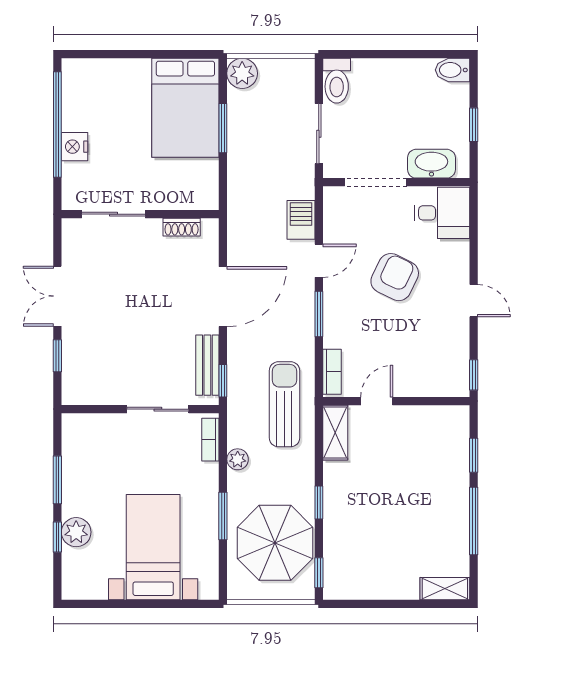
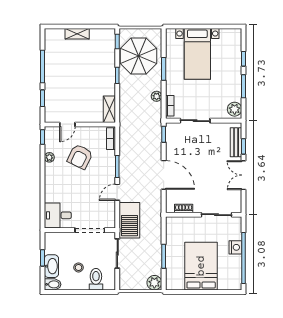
toilet: (337, 81) -> (96, 279), moved
stool: (399, 105) -> (79, 267), added
bed: (185, 108) -> (201, 266), moved
washbasin: (431, 164) -> (51, 266), moved, turned -90
barbecue: (301, 220) -> (129, 220), width x1.88, depth x1.53
armchair: (395, 277) -> (80, 157), moved
double door: (57, 296) -> (244, 175), swing flipped
door: (223, 297) -> (164, 175), swing flipped
door: (474, 301) -> (43, 173), removed
plant: (460, 333) -> (49, 157), added
bench: (207, 365) -> (236, 142), moved
door: (377, 401) -> (67, 124), moved
sun lounger: (284, 404) -> (134, 123), removed
plant: (76, 532) -> (235, 109), moved
shelving: (445, 589) -> (77, 34), moved

